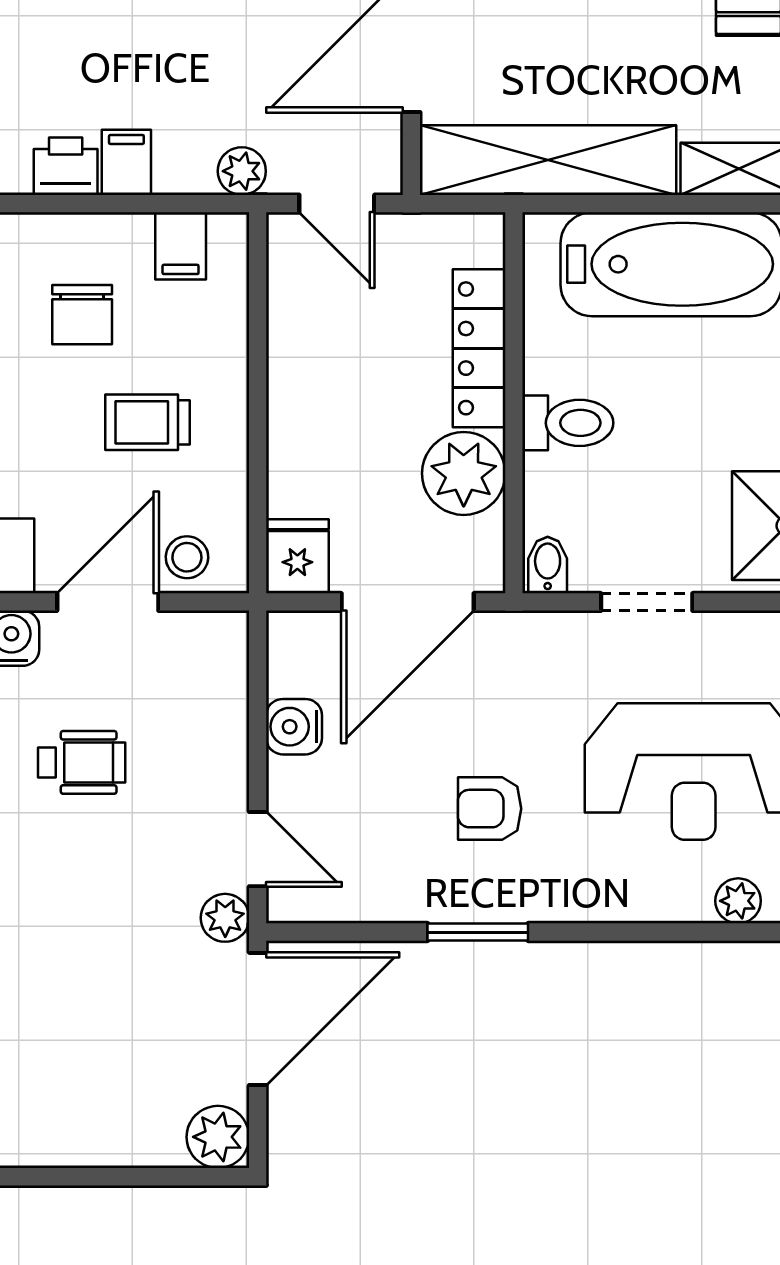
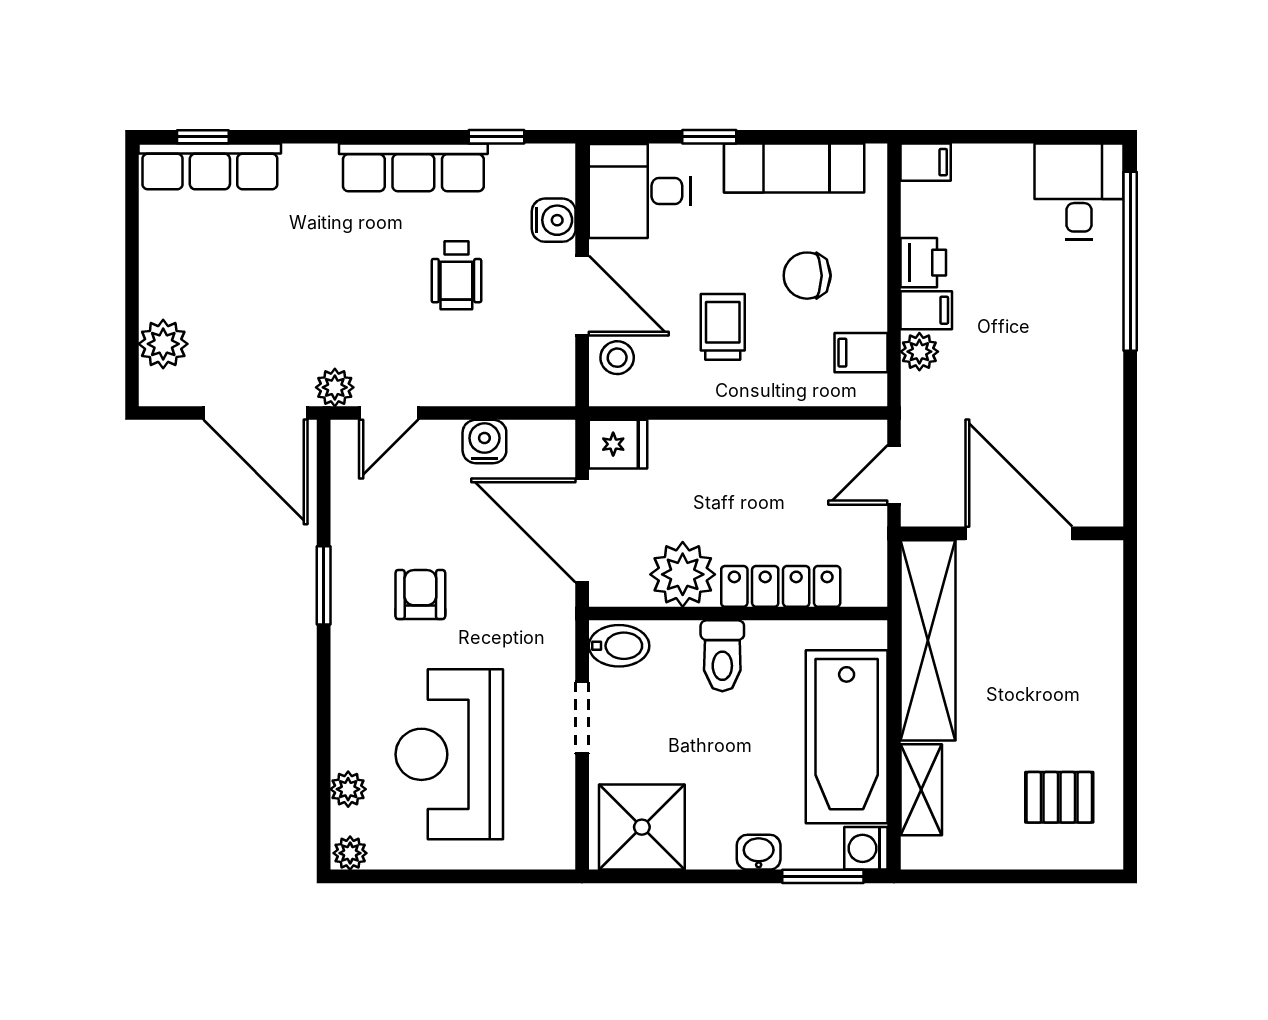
plant: (242, 171) -> (919, 352), moved
bidet: (548, 565) -> (619, 646), width x1.38, depth x1.36
plant: (218, 1137) -> (163, 344), moved

